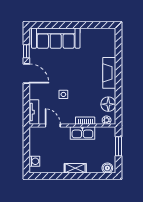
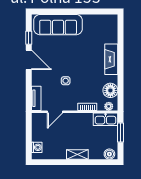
door: (53, 126) -> (55, 112), swing flipped
kitchen sink: (82, 133) -> (106, 119), moved

